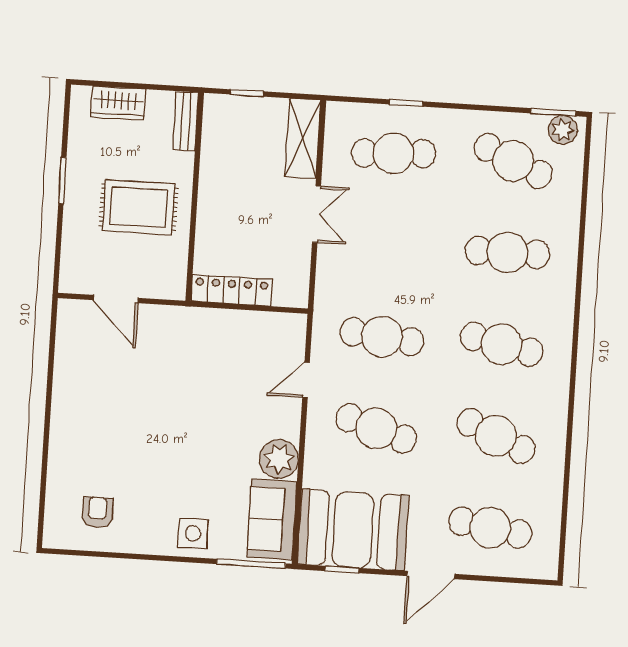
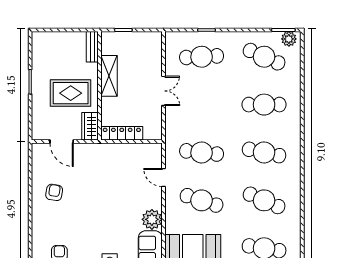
wardrobe: (118, 103) -> (90, 126), moved, turned 90
shelving: (303, 138) -> (109, 76), moved
door: (306, 380) -> (163, 177), hinge flipped
armchair: (95, 395) -> (54, 192), added

